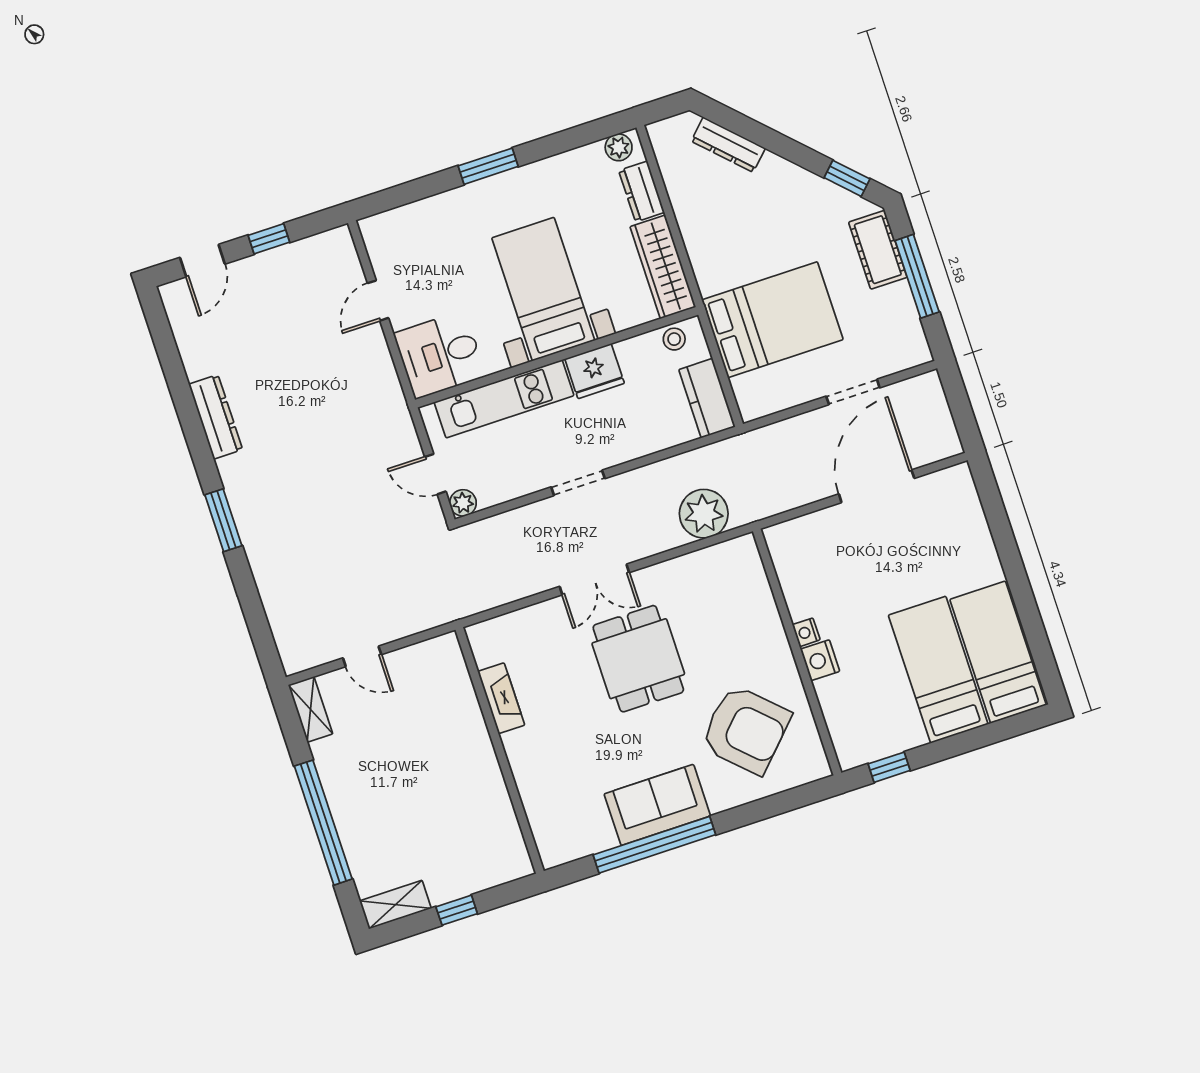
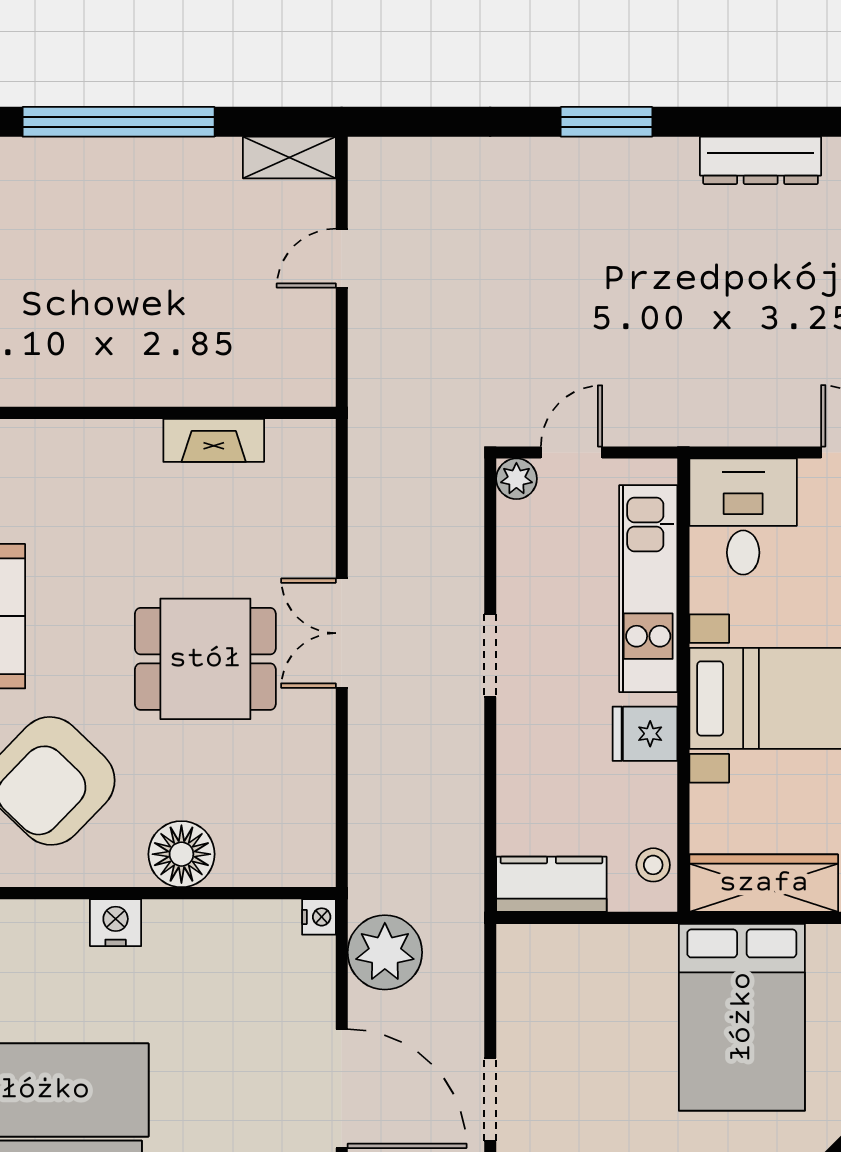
bed: (772, 320) -> (742, 1017), moved
fridge: (595, 371) -> (645, 734), width x0.72
plant: (704, 514) -> (385, 952), moved
nightstand: (806, 632) -> (319, 917), moved, turned 90
floor lamp: (764, 634) -> (181, 854), added

